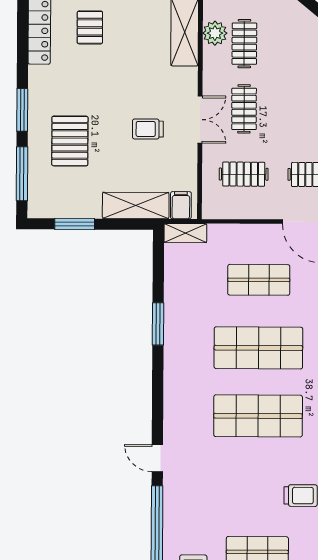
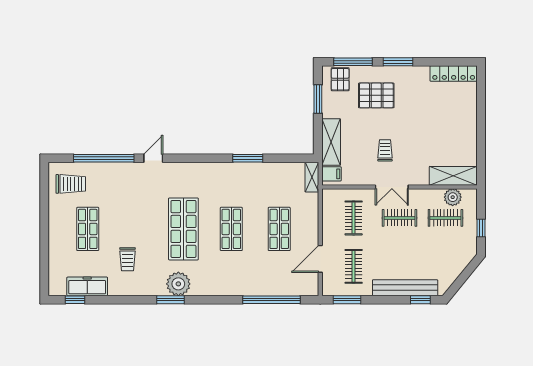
pallet: (90, 27) -> (340, 79), moved, turned 90
shop shelf: (258, 348) -> (231, 229), width x0.70, depth x0.74

